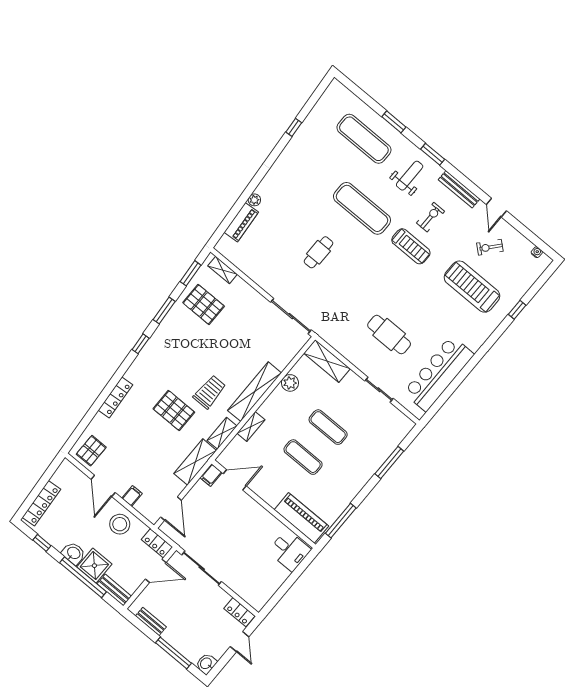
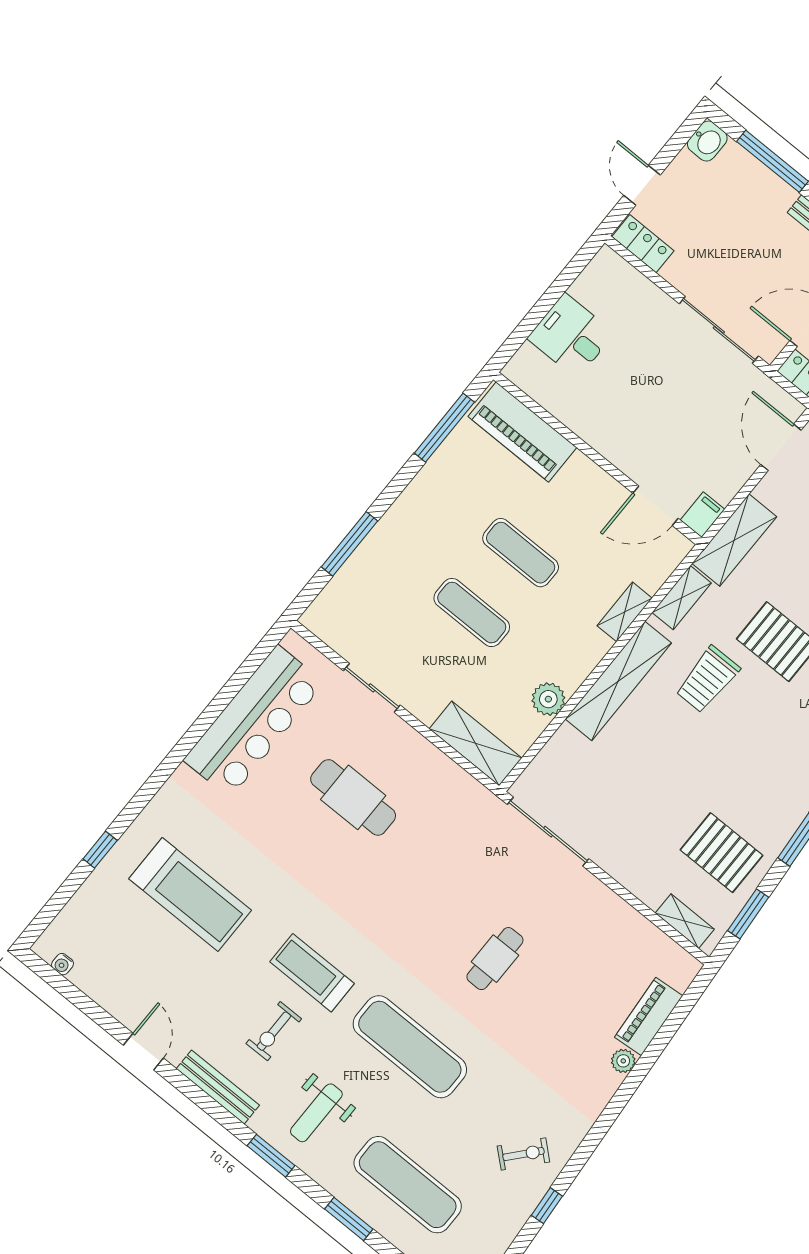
exercise bike: (490, 247) -> (523, 1154), moved
desk: (289, 550) -> (571, 336), moved

